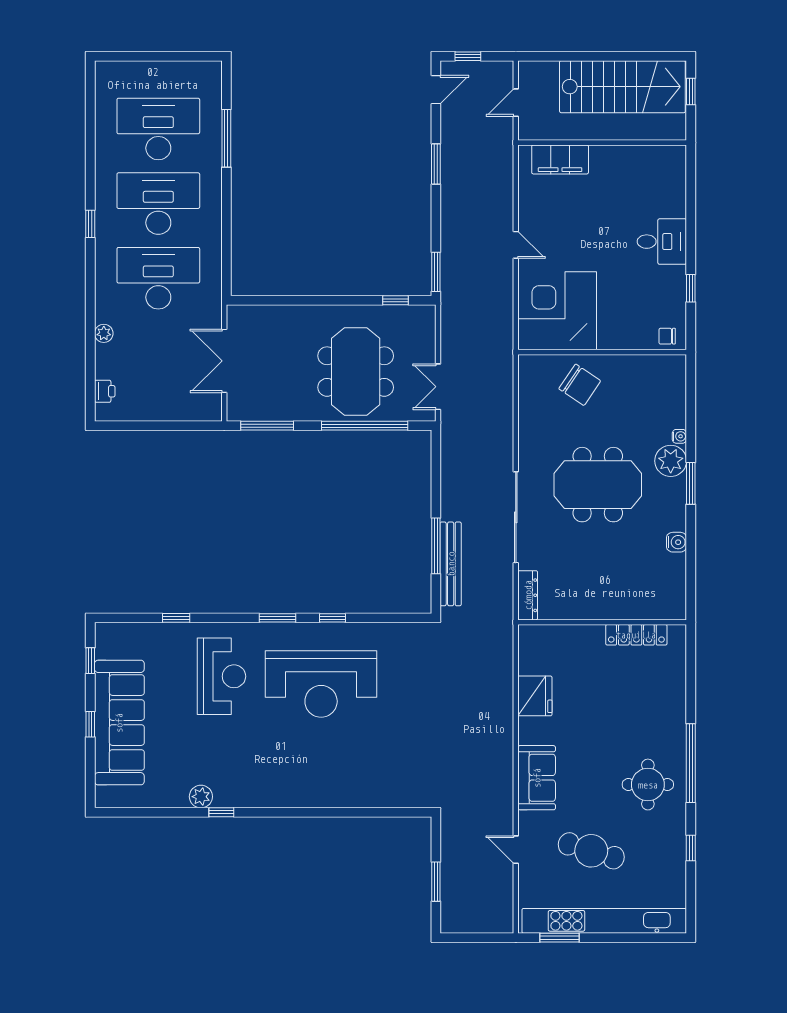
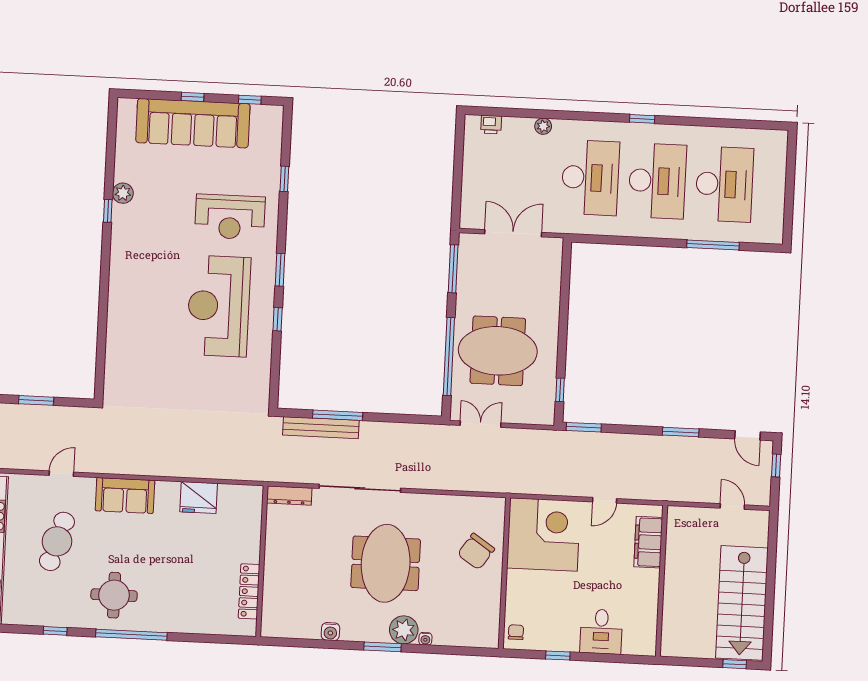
wall: (602, 143) -> (662, 581), moved
filing cabinet: (560, 159) -> (648, 542), moved

